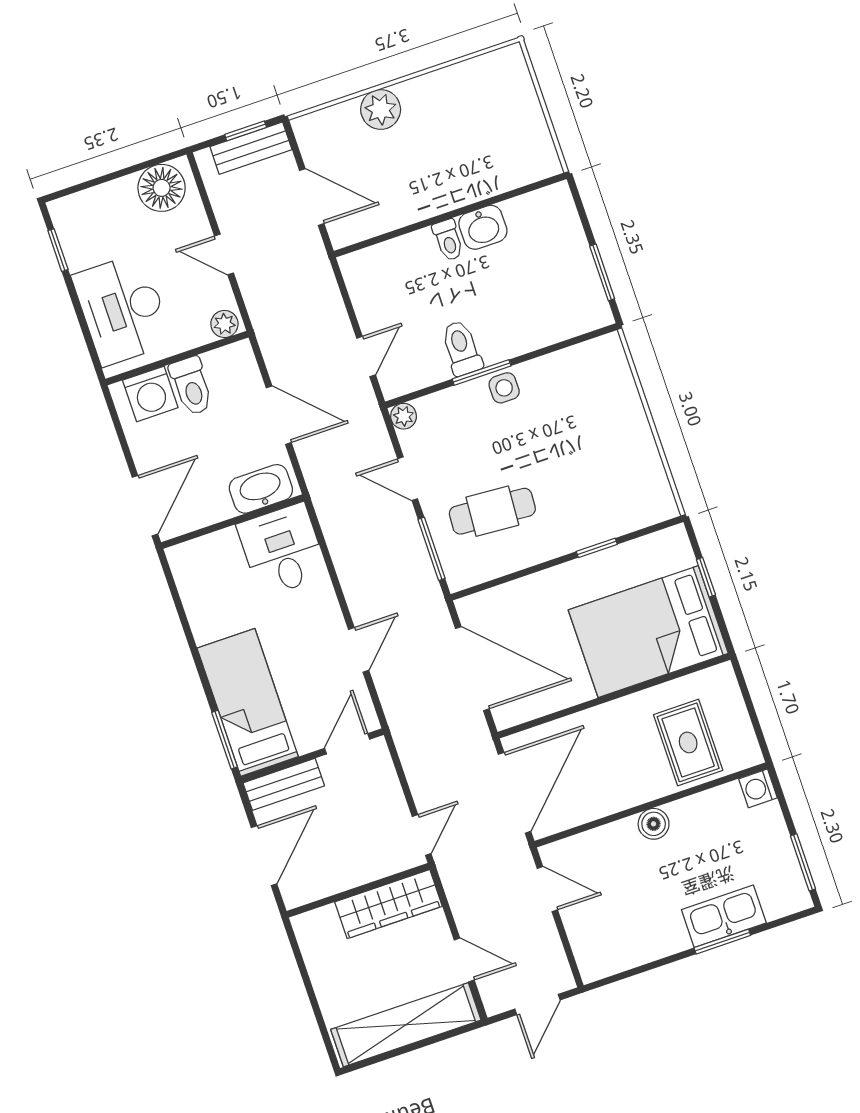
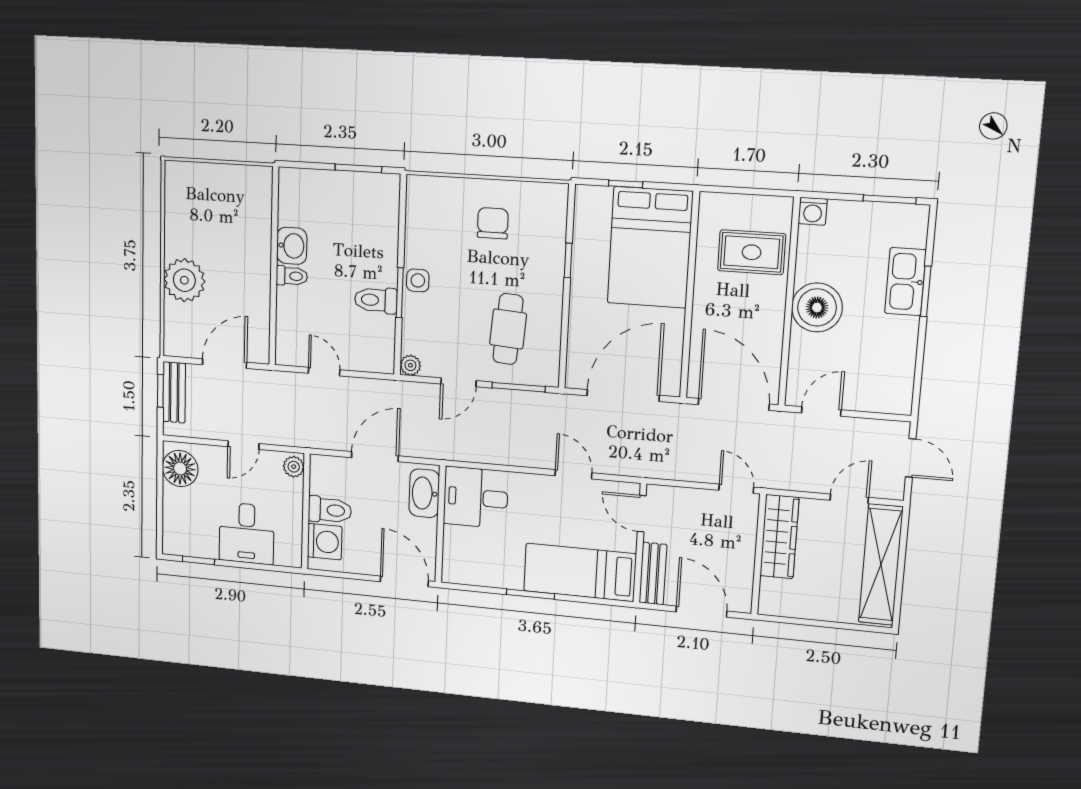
plant: (381, 109) -> (184, 280), width x1.36, depth x1.36
desk: (122, 309) -> (247, 533), width x0.73
door: (366, 356) -> (324, 372), moved
chair: (603, 448) -> (493, 223), added
window: (225, 740) -> (530, 594), moved
boiler: (654, 824) -> (817, 307), width x1.86, depth x1.86

